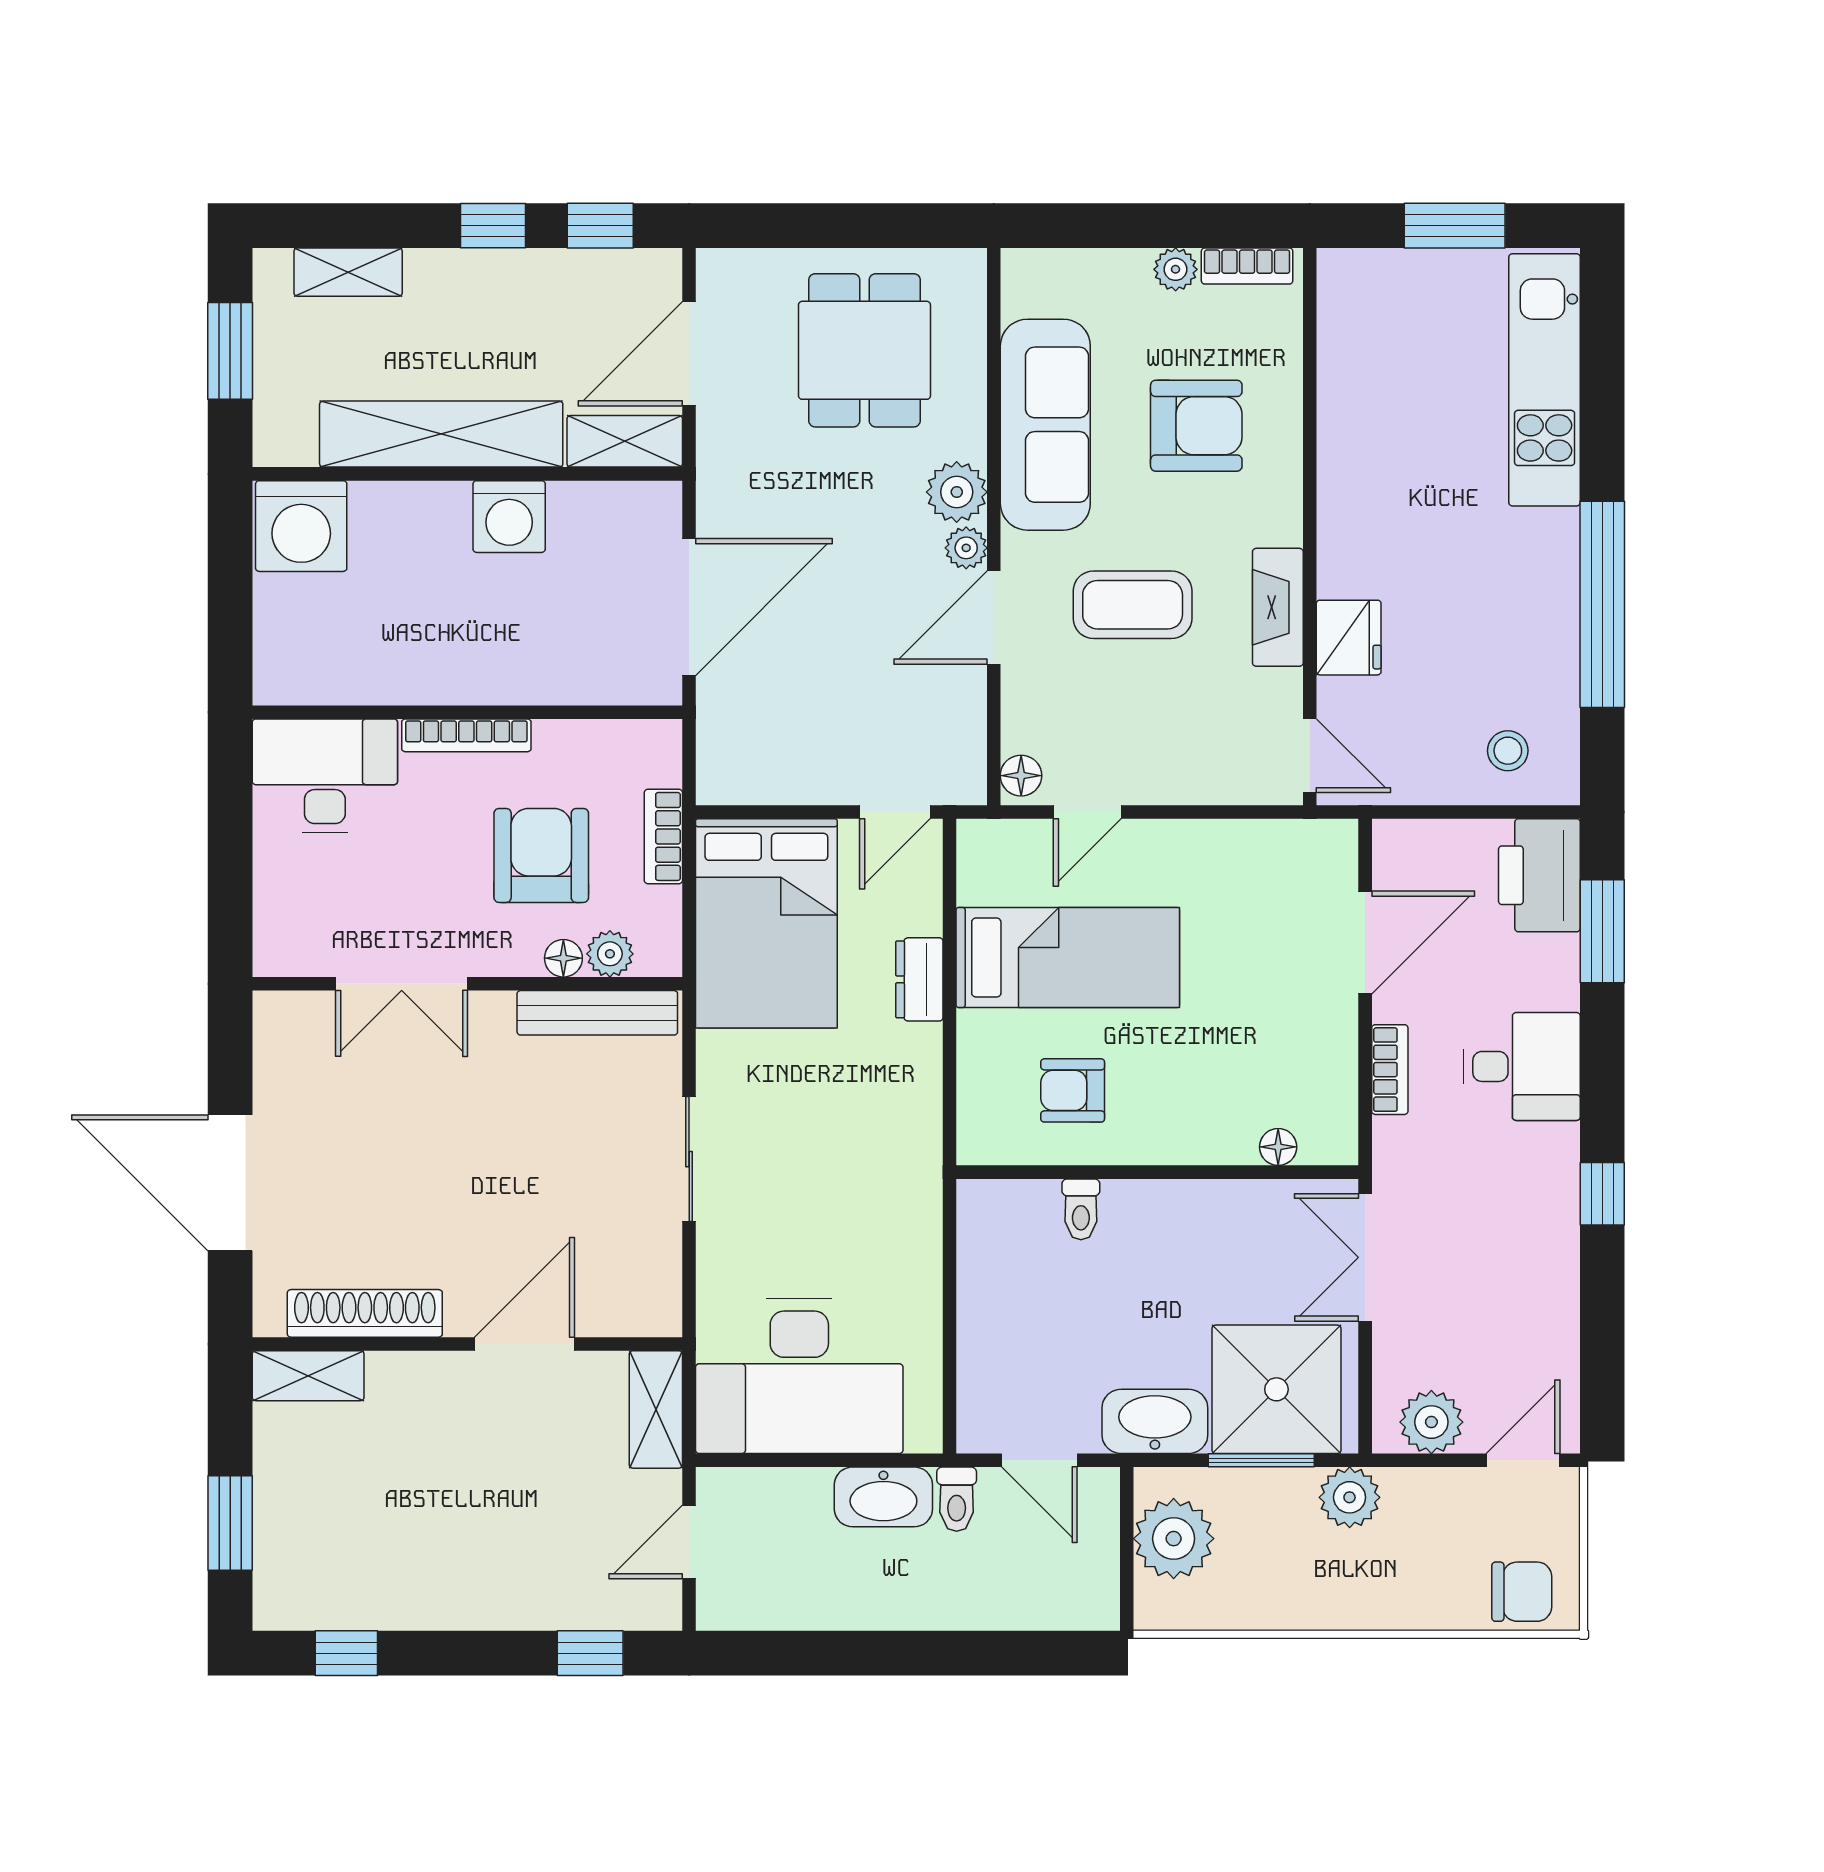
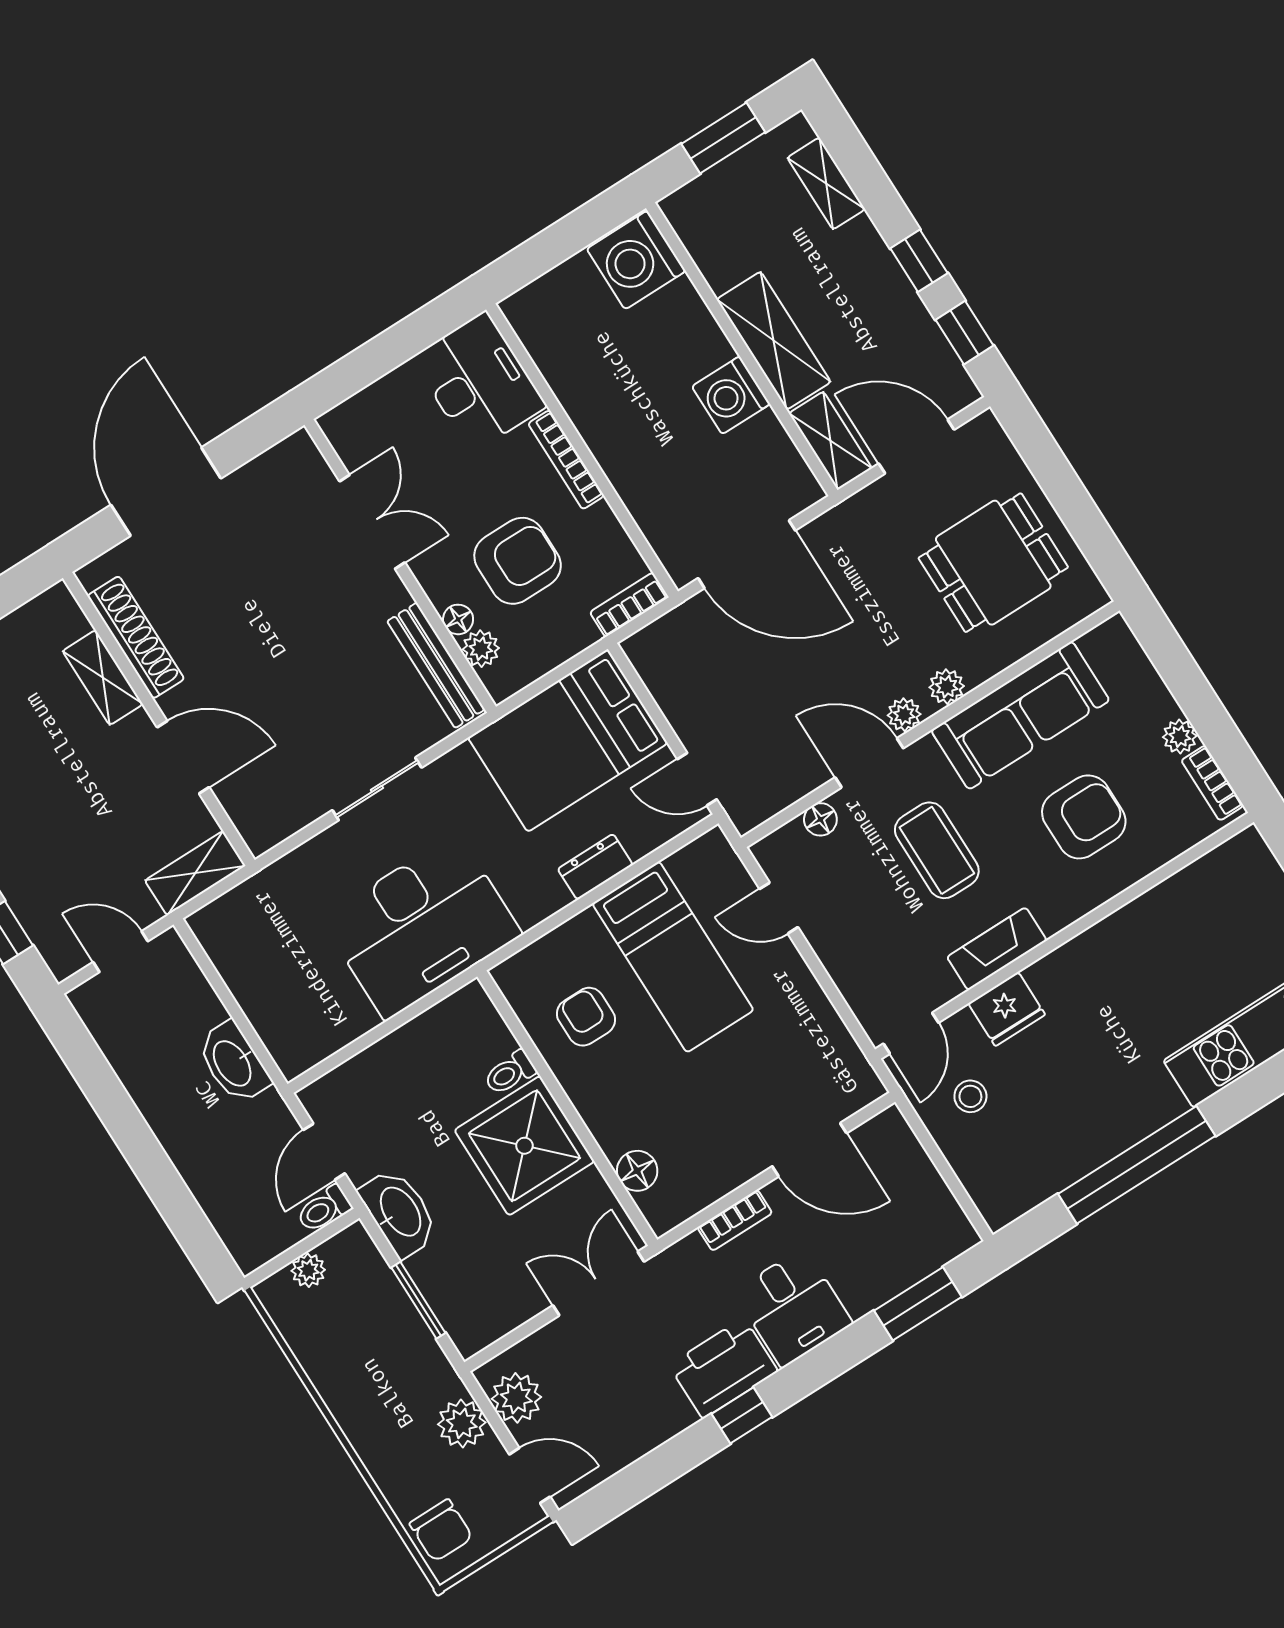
armchair: (1196, 426) -> (1084, 817), turned -90
shelving: (441, 434) -> (774, 341), width x0.68
plant: (957, 492) -> (947, 687), width x0.73, depth x0.73
stool: (1508, 751) -> (970, 1096), moved
floor lamp: (1021, 776) -> (820, 819), moved
bookcase: (663, 836) -> (629, 605), moved
printer: (1539, 875) -> (723, 1368), moved
double door: (402, 984) -> (372, 522), swing flipped
floor lamp: (1278, 1147) -> (637, 1171), width x1.37, depth x1.37
shelving: (308, 1376) -> (103, 678), moved
desk: (799, 1376) -> (421, 926), moved, turned -90
shower: (1276, 1389) -> (524, 1146), moved
plant: (1350, 1497) -> (462, 1423), moved
toilet: (957, 1499) -> (324, 1209), moved
plant: (1174, 1539) -> (308, 1270), width x0.53, depth x0.53

